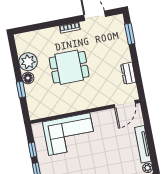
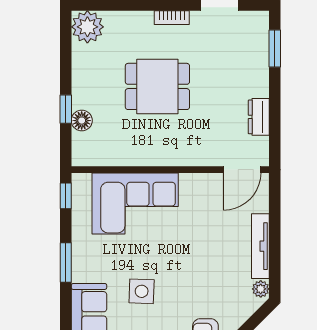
plant: (28, 62) -> (87, 27), moved
floor lamp: (28, 78) -> (82, 121), moved
window: (33, 150) -> (66, 196), moved

